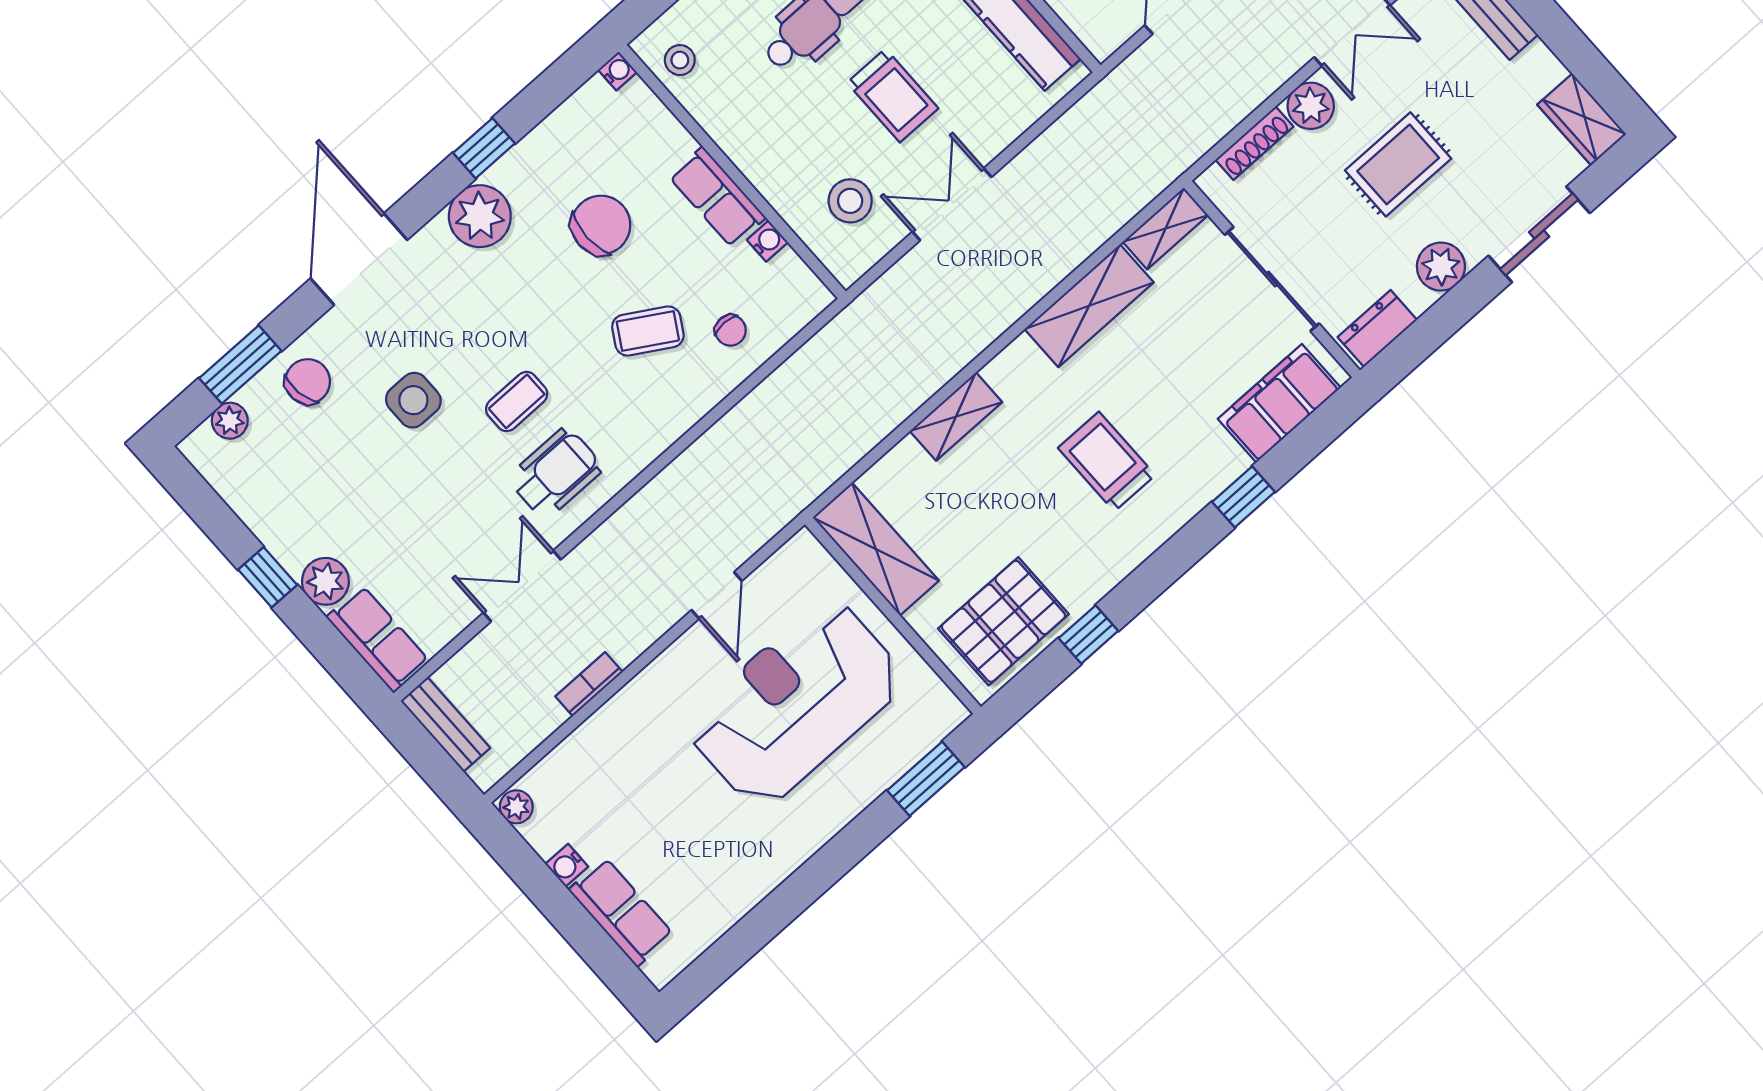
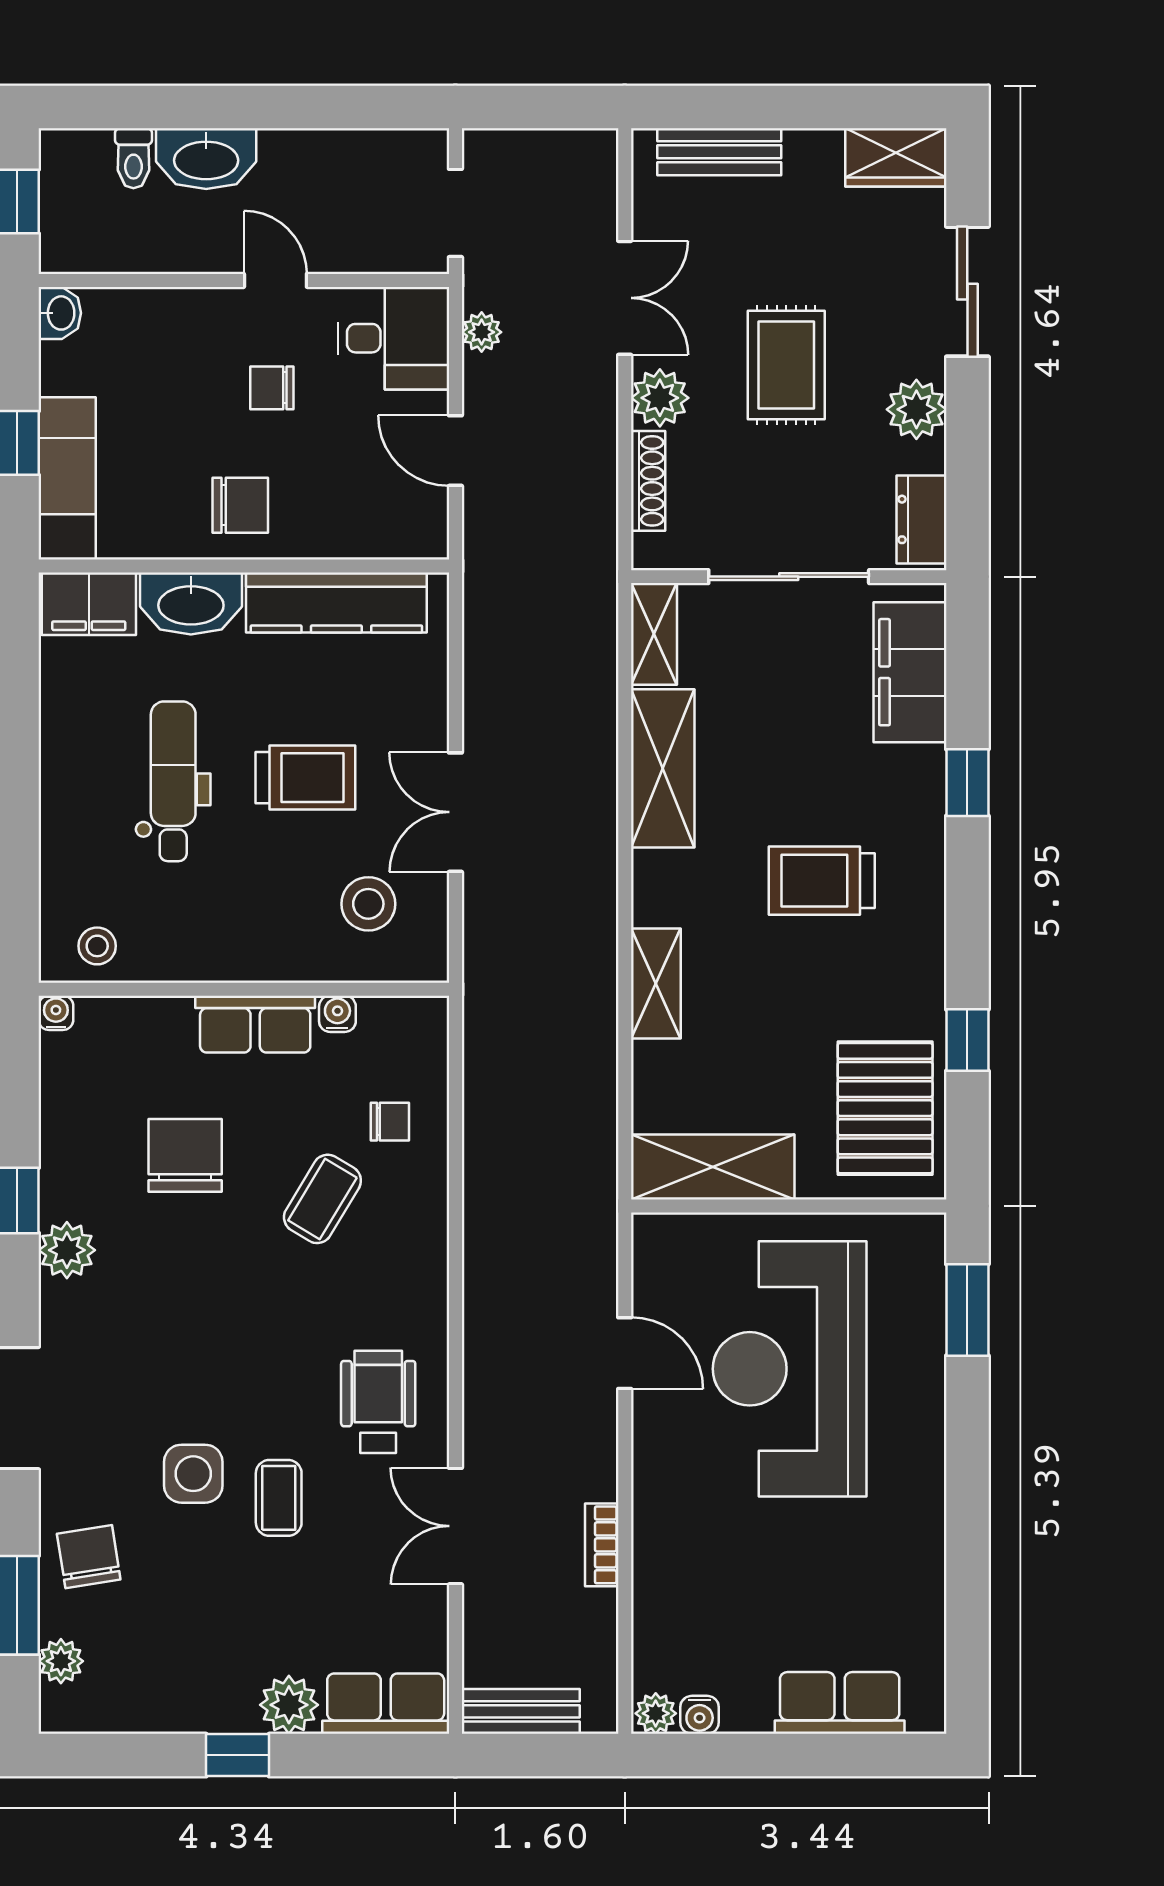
plant: (480, 216) -> (67, 1250), width x0.73, depth x0.73
coffee table: (517, 401) -> (279, 1498), moved
water cooler: (567, 865) -> (700, 1715), moved

